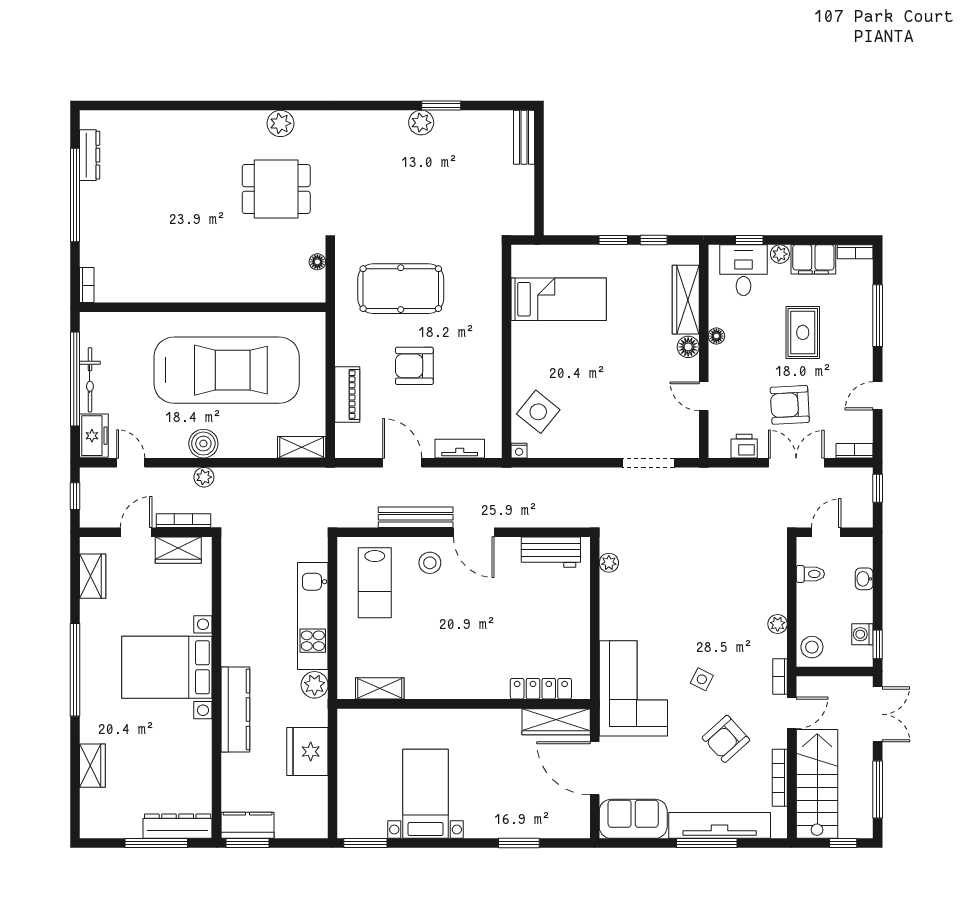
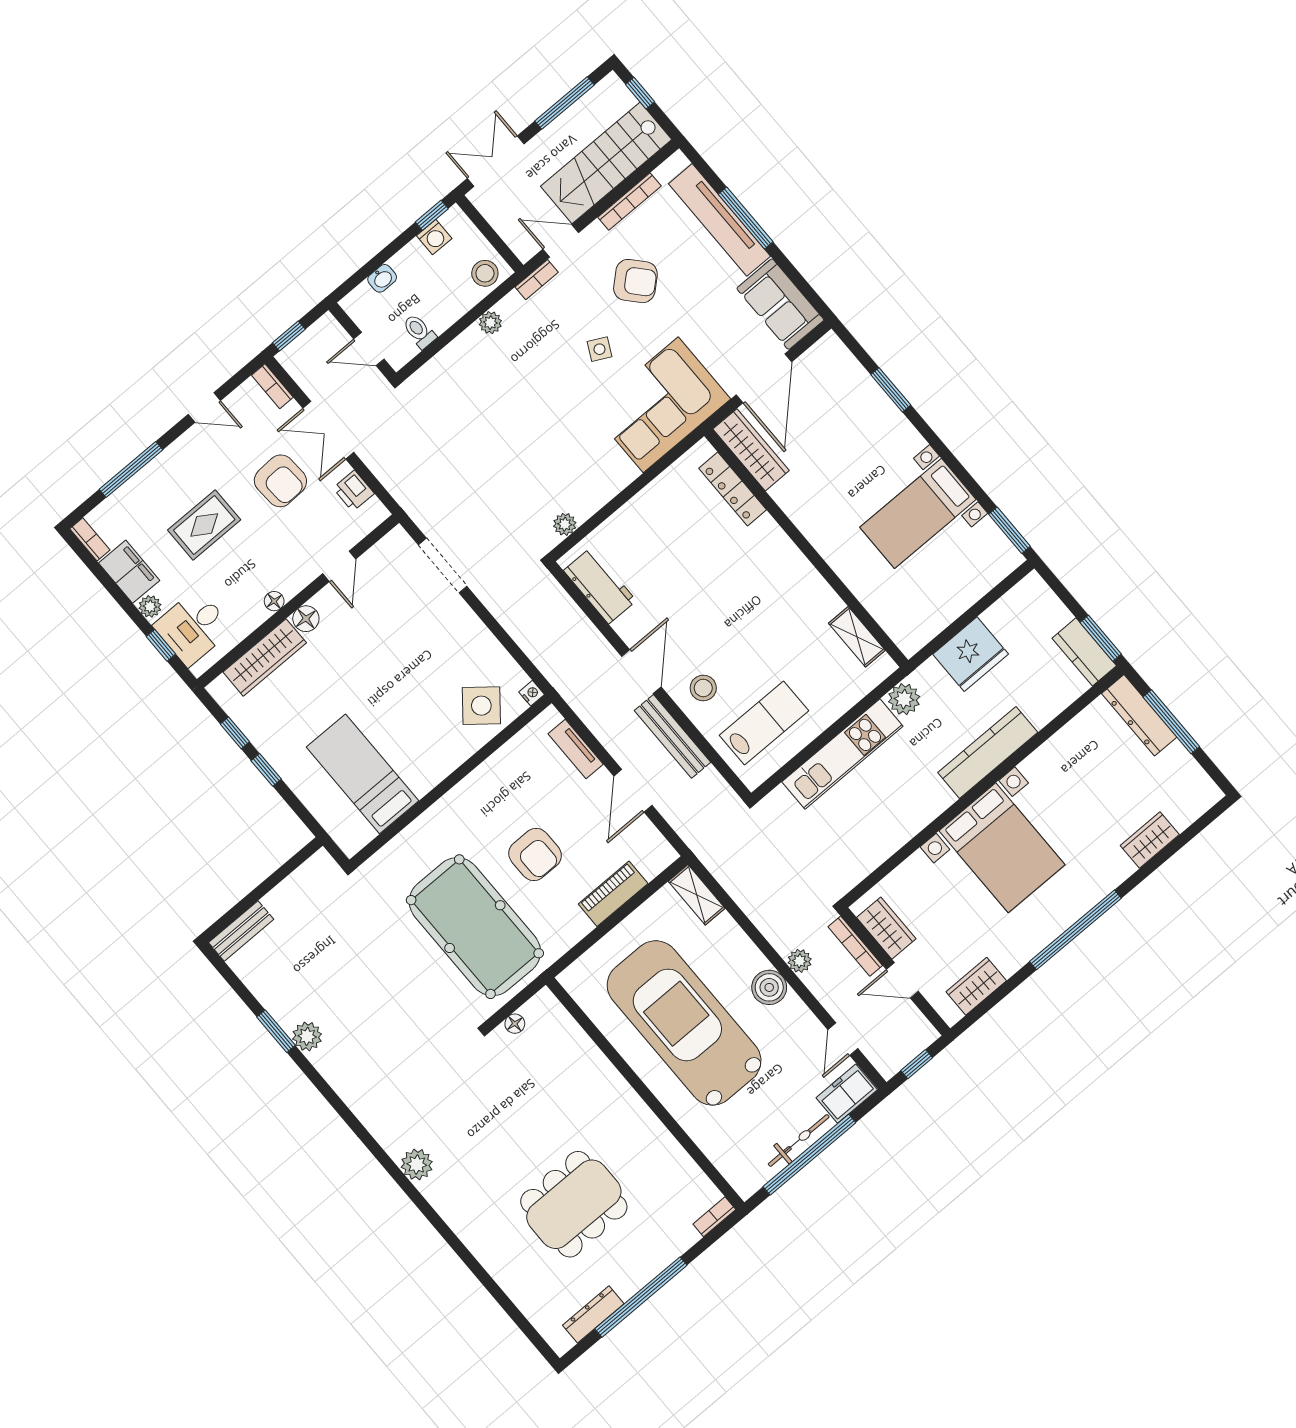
dining table: (276, 189) -> (574, 1204), moved, width x1.38
pool table: (401, 289) -> (475, 927), width x1.36, depth x1.32

